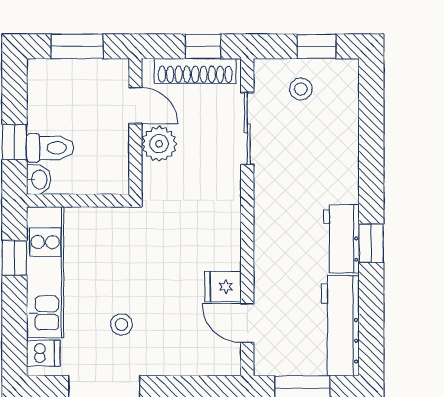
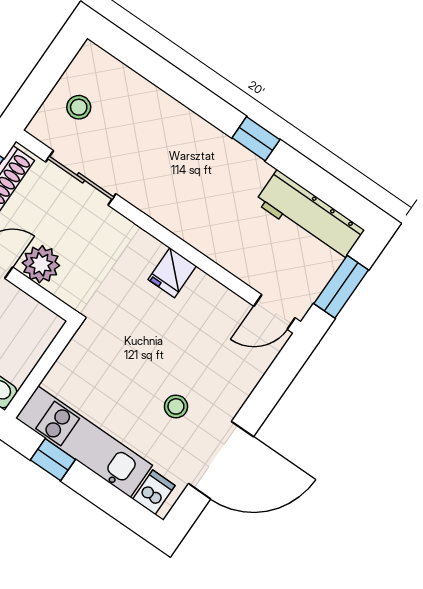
window: (317, 46) -> (51, 68), removed
workbench: (341, 239) -> (234, 162), removed
fridge: (223, 287) -> (172, 273), moved
door: (247, 323) -> (274, 312), moved

